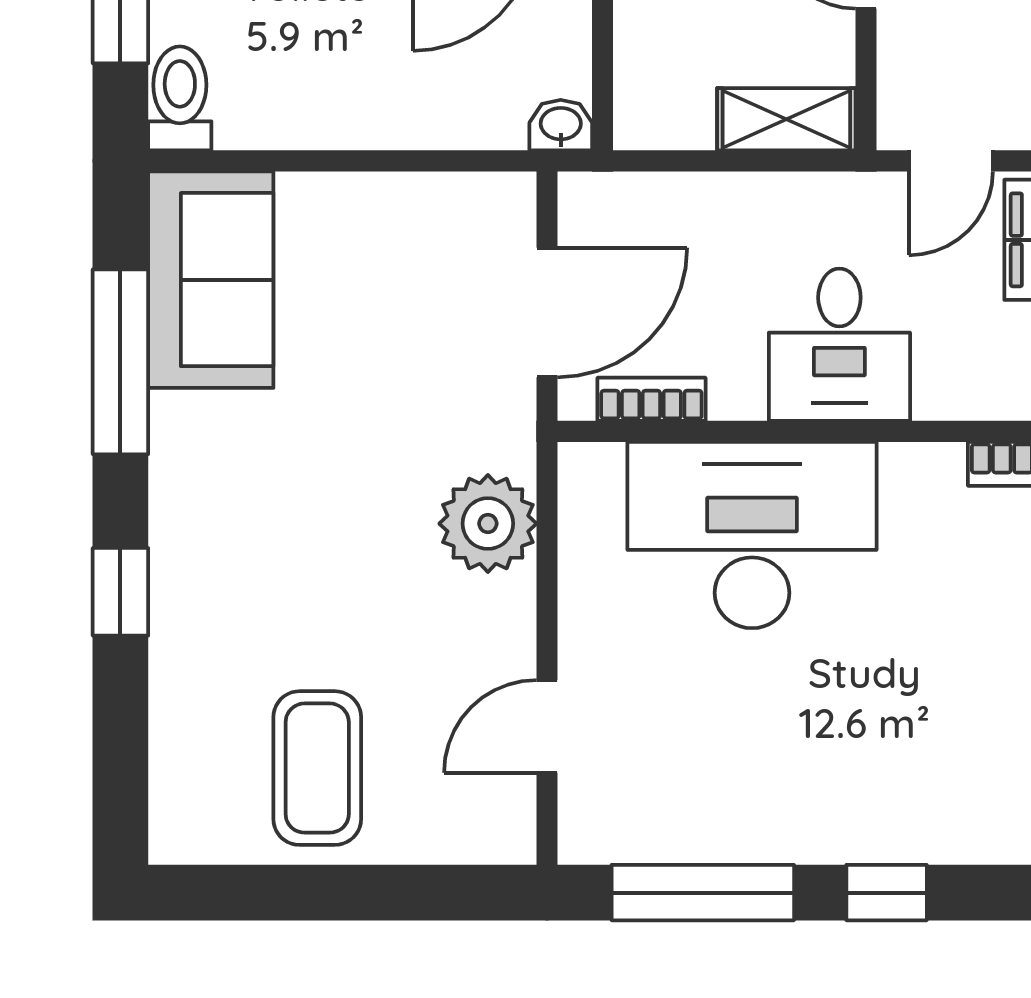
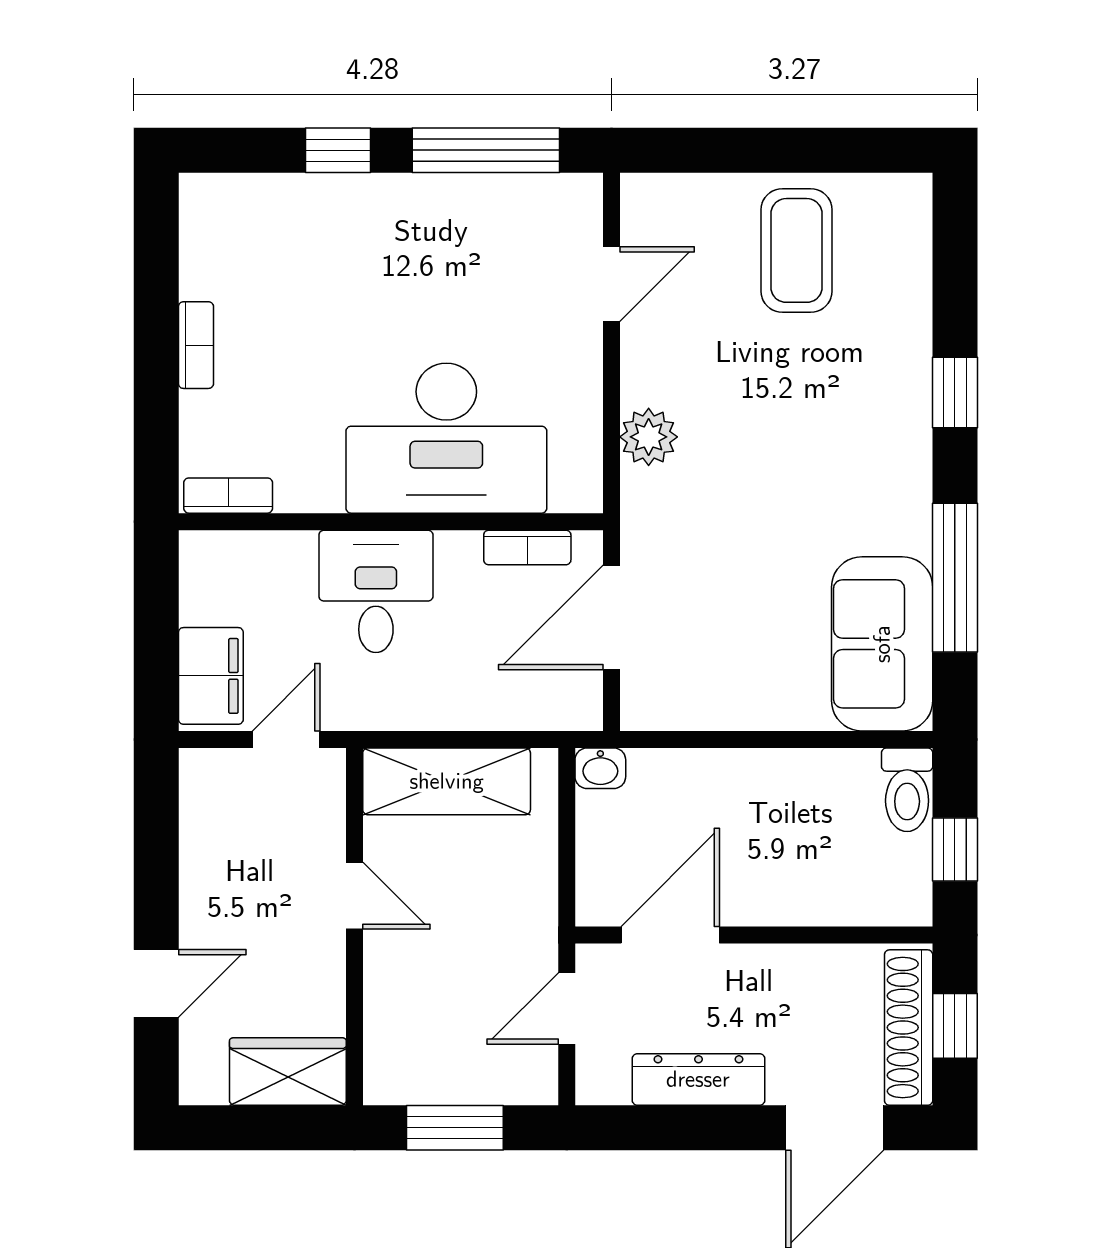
shelving: (786, 119) -> (447, 781), width x1.50, depth x1.33
plant: (488, 524) -> (649, 437), width x0.73, depth x0.73

